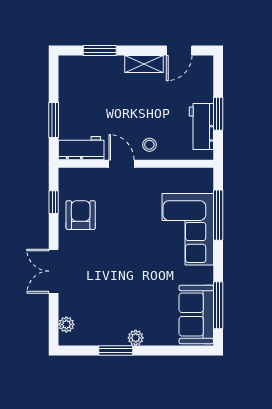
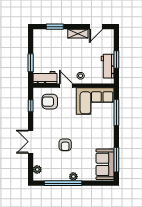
armchair: (81, 215) -> (50, 102), moved, turned -90
corner sofa: (188, 229) -> (95, 101), moved, turned -90
armchair: (120, 277) -> (65, 145), added
window: (116, 350) -> (63, 183), width x2.11

